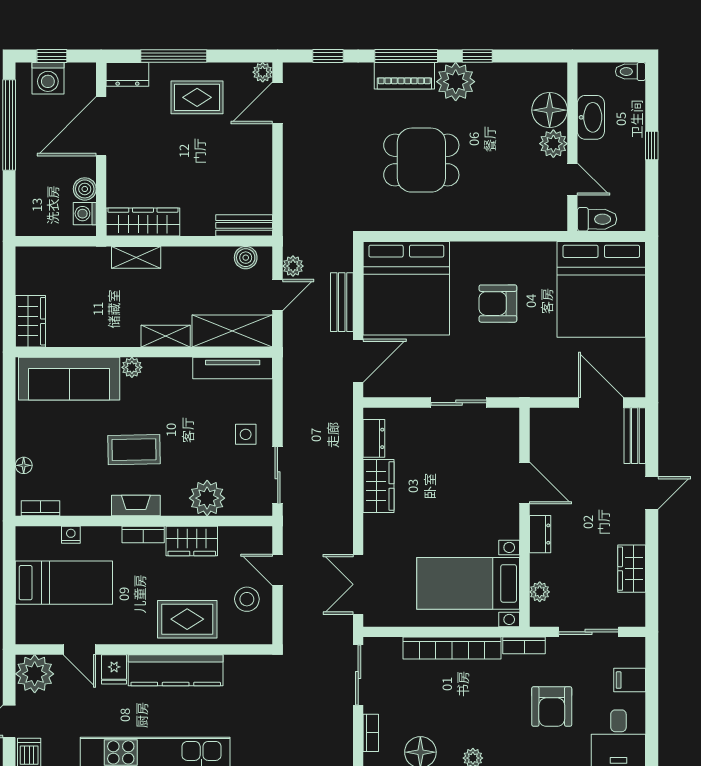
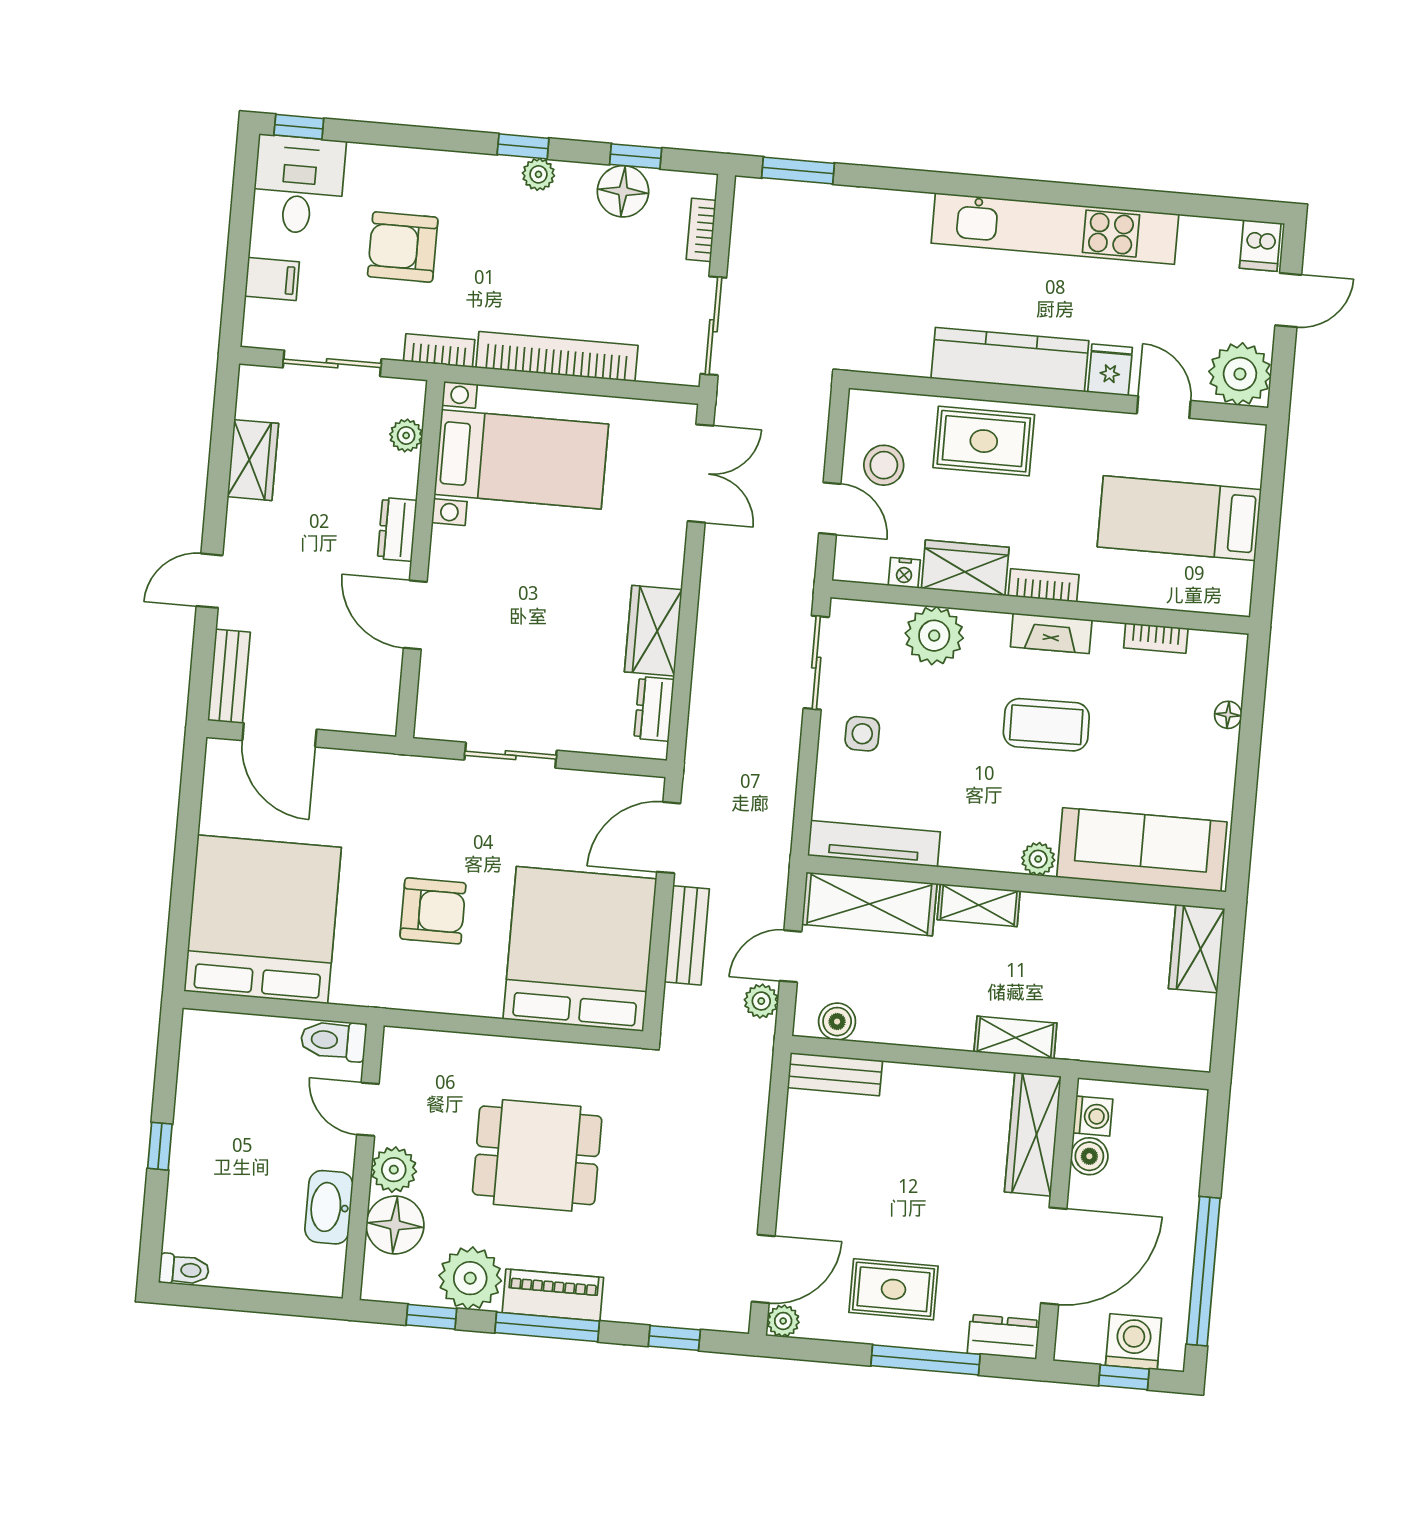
floor lamp: (550, 110) -> (395, 1225), moved
washbasin: (591, 117) -> (329, 1207), moved
plant: (553, 144) -> (394, 1170), moved
wall: (572, 147) -> (363, 1162), moved
door: (572, 179) -> (368, 1109), moved
toilet: (597, 219) -> (333, 1040), moved
wardrobe: (143, 222) -> (1033, 1134), moved, turned 90
bookcase: (40, 508) -> (1156, 638), moved
nightstand: (71, 535) -> (904, 573), moved
armchair: (552, 707) -> (403, 247), turned -90

